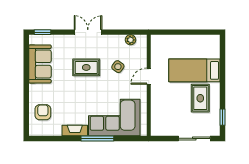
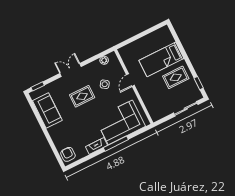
rug: (200, 98) -> (176, 77), turned 90
armchair: (43, 112) -> (68, 154), moved

